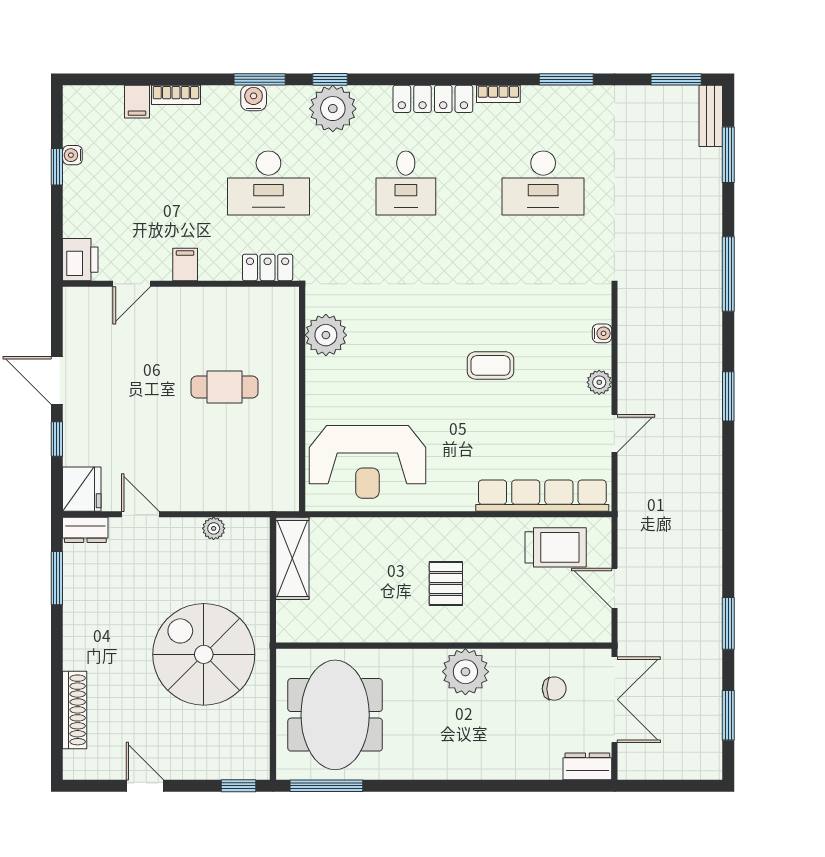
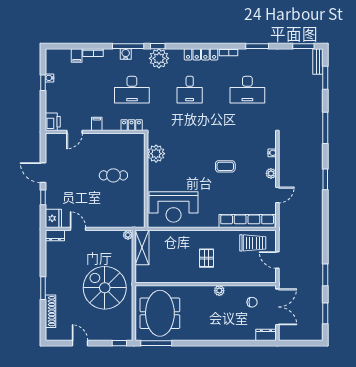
window: (260, 79) -> (128, 46), width x1.44
plant: (214, 528) -> (128, 235), moved
window: (57, 578) -> (43, 288), moved
plant: (465, 672) -> (219, 291), width x0.53, depth x0.53

